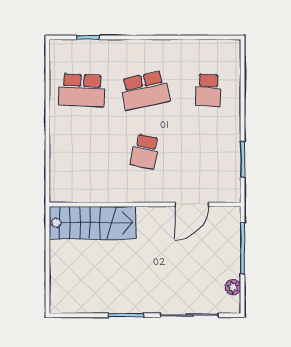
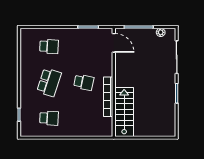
school desk: (82, 90) -> (49, 118), width x0.54
school desk: (145, 90) -> (49, 82), turned 30
bookcase: (120, 195) -> (108, 97), added
door: (192, 204) -> (114, 43), moved

